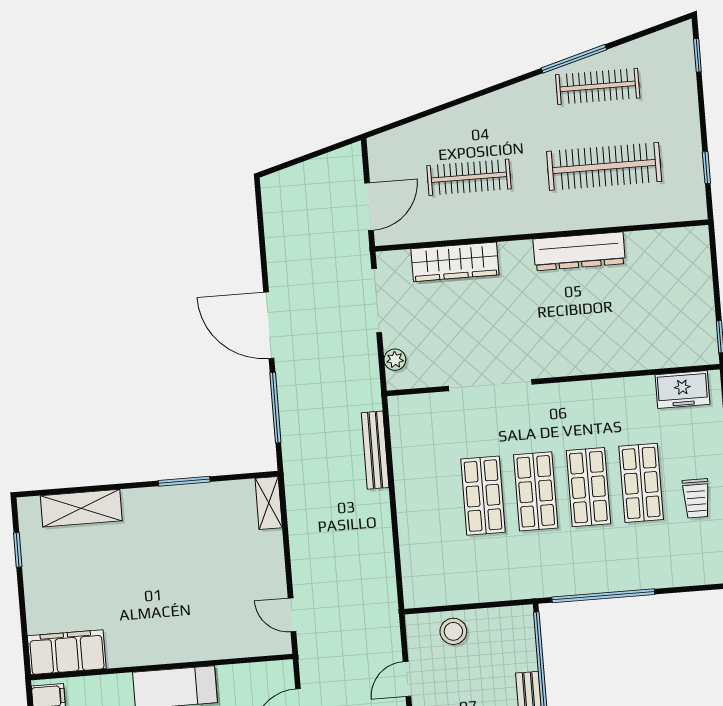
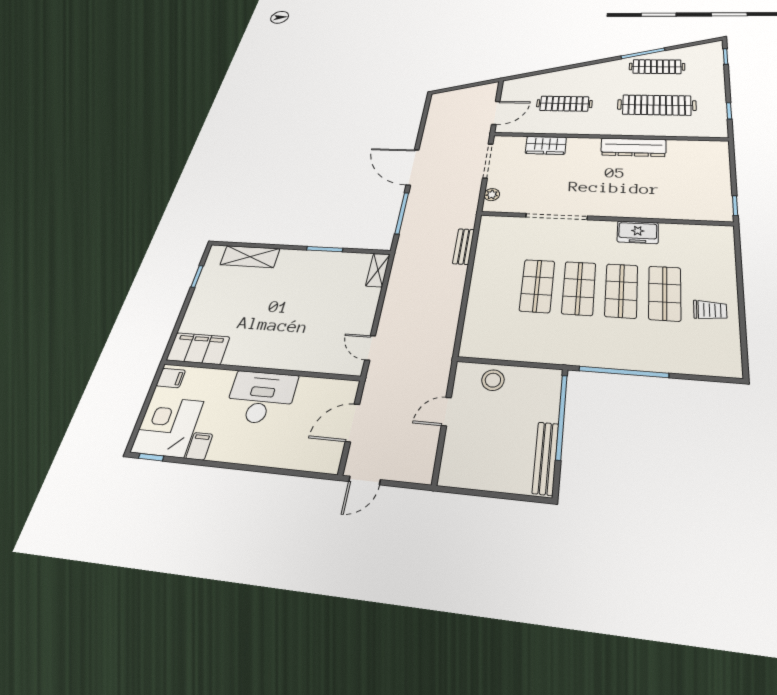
wardrobe: (455, 262) -> (546, 145), width x0.67
freezer: (682, 389) -> (638, 232), moved
bench: (375, 450) -> (464, 246), width x0.73
trolley: (696, 498) -> (710, 310), turned -90

